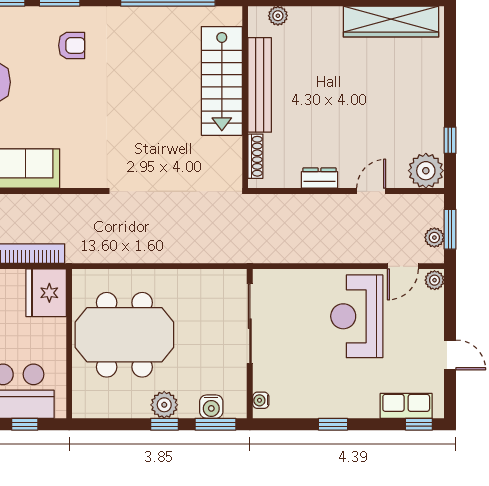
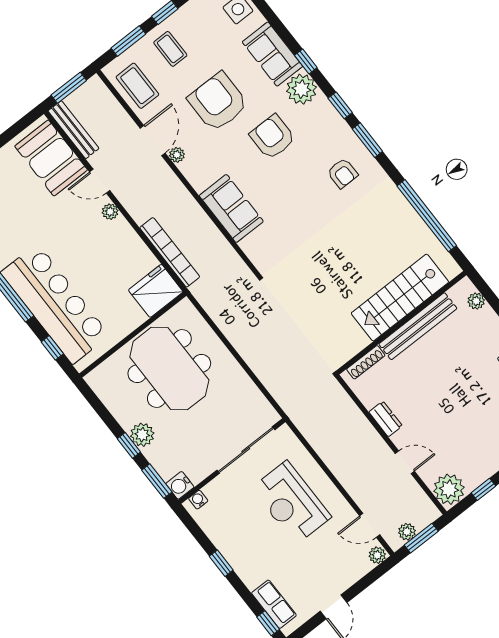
reception desk: (357, 316) -> (291, 503), moved, turned -90
water cooler: (211, 407) -> (180, 485), moved

